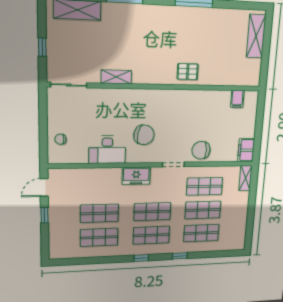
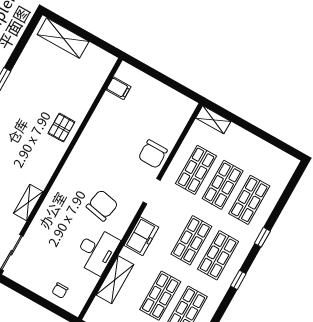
filing cabinet: (246, 150) -> (181, 104), removed
shelving: (93, 175) -> (115, 280), added

